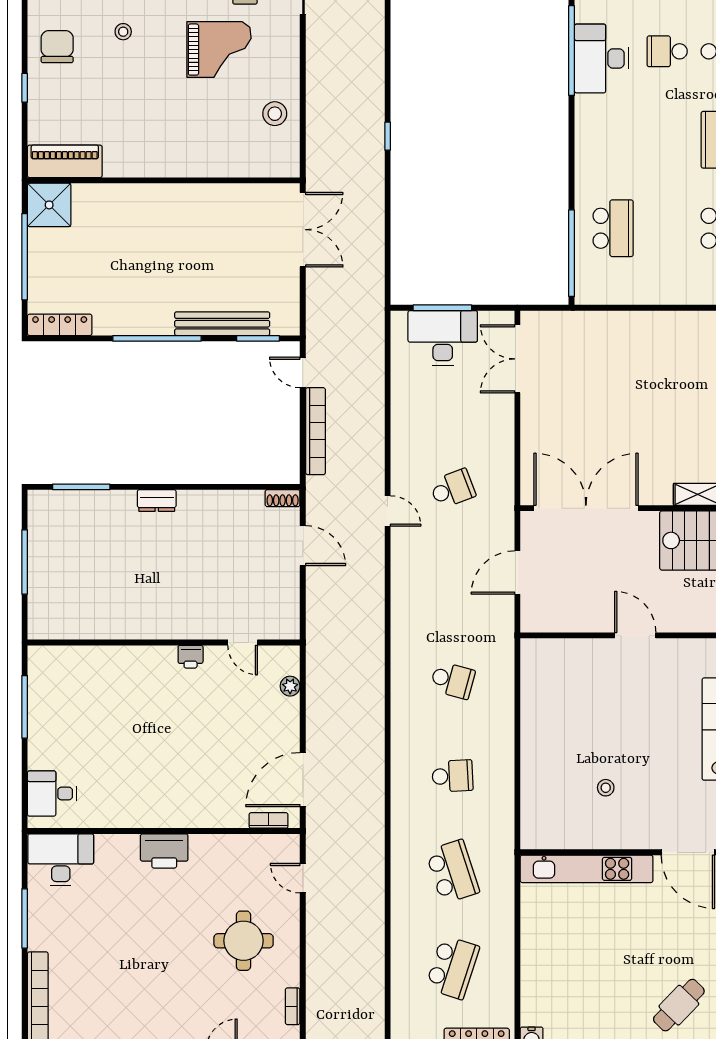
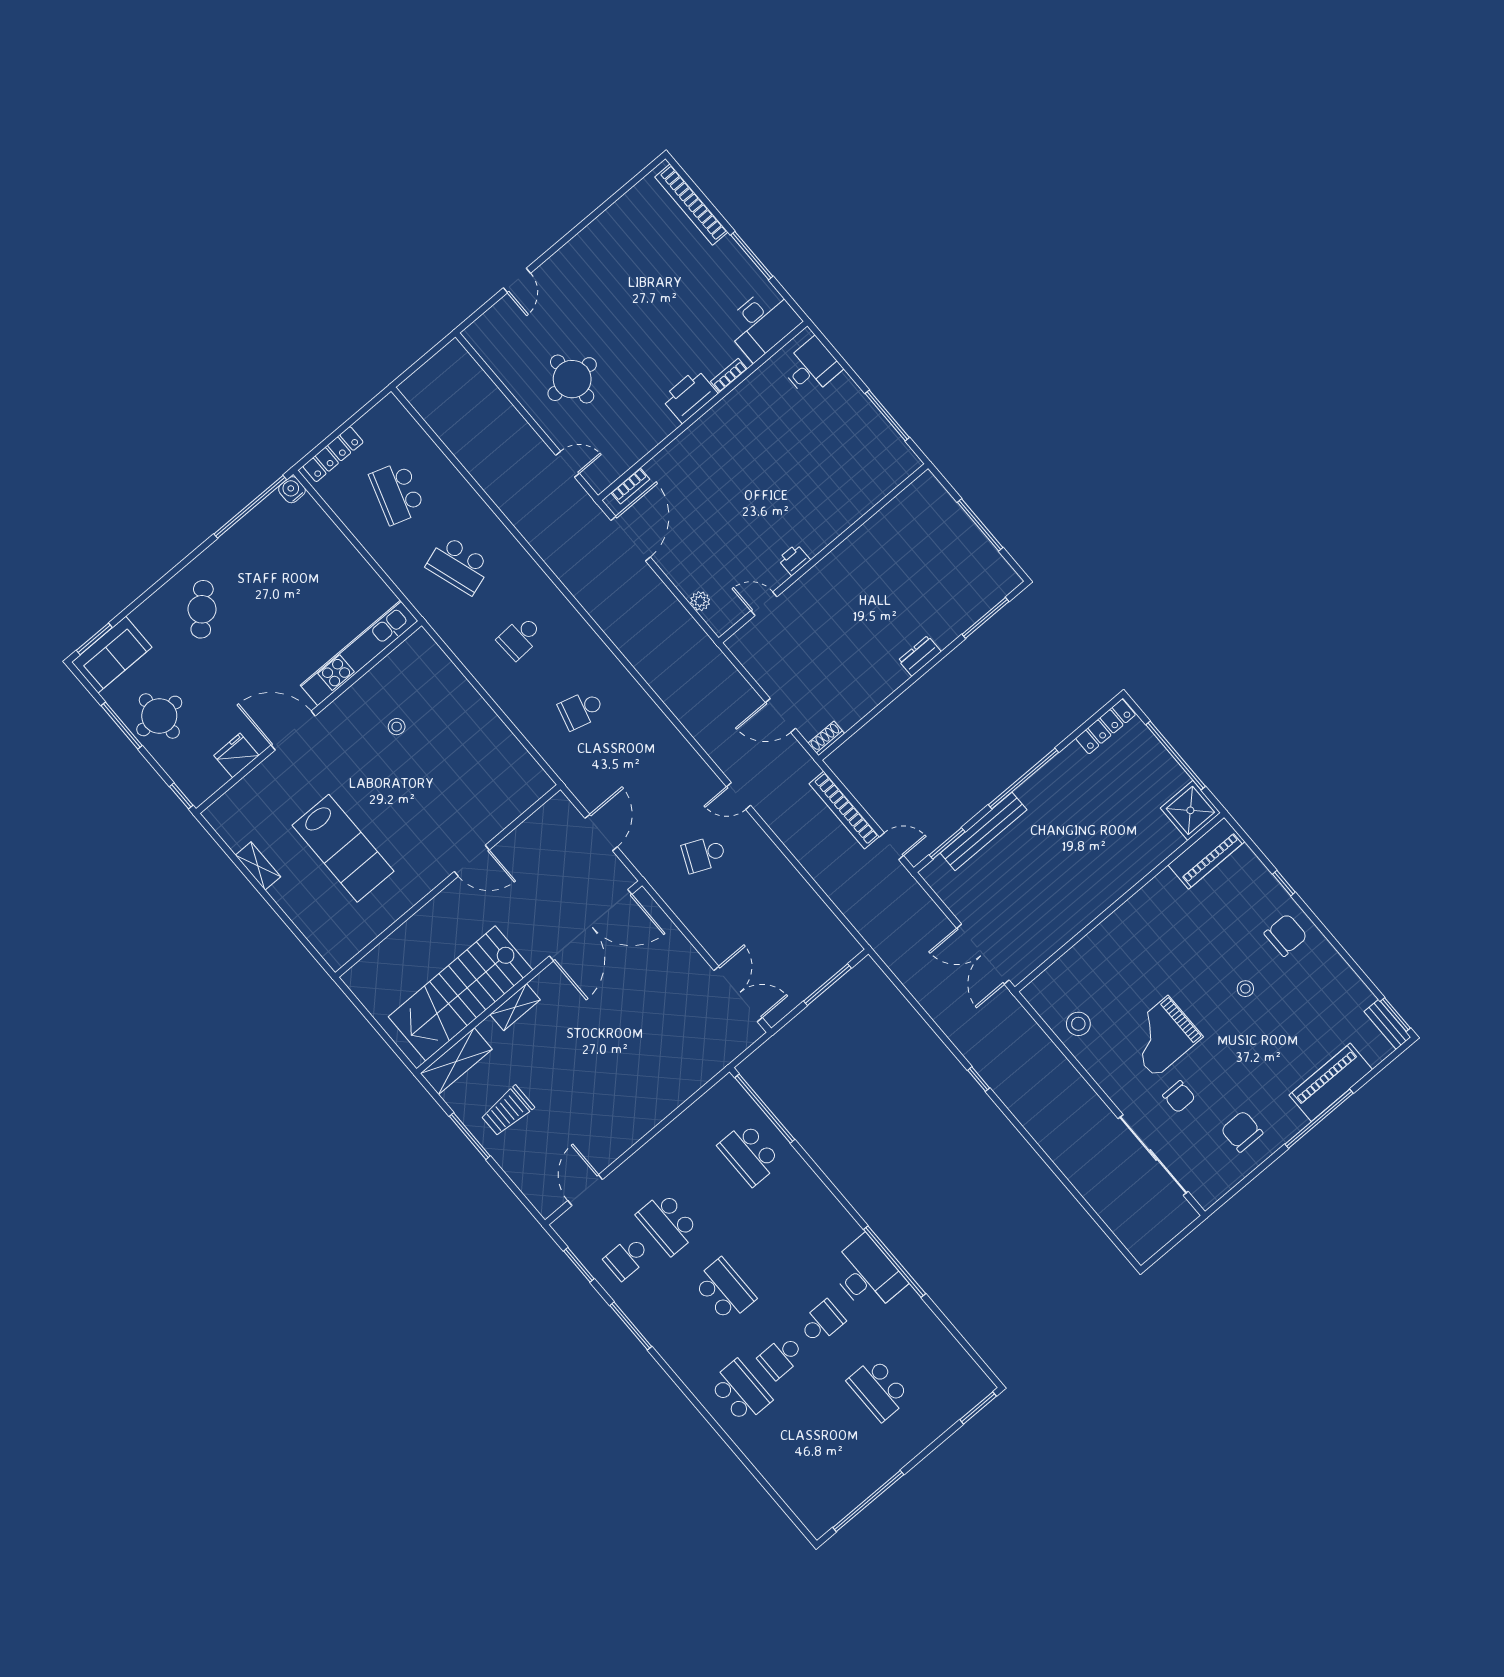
chair: (57, 47) -> (1286, 935), turned -90
desk: (443, 338) -> (808, 962), removed
school desk: (452, 489) -> (704, 854), turned 45
bookcase: (293, 1006) -> (729, 375), moved, turned -90

